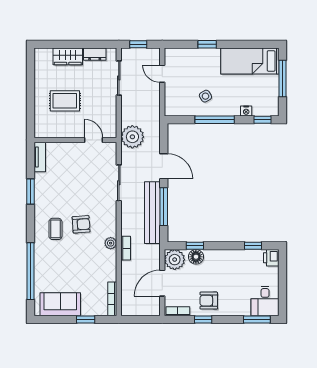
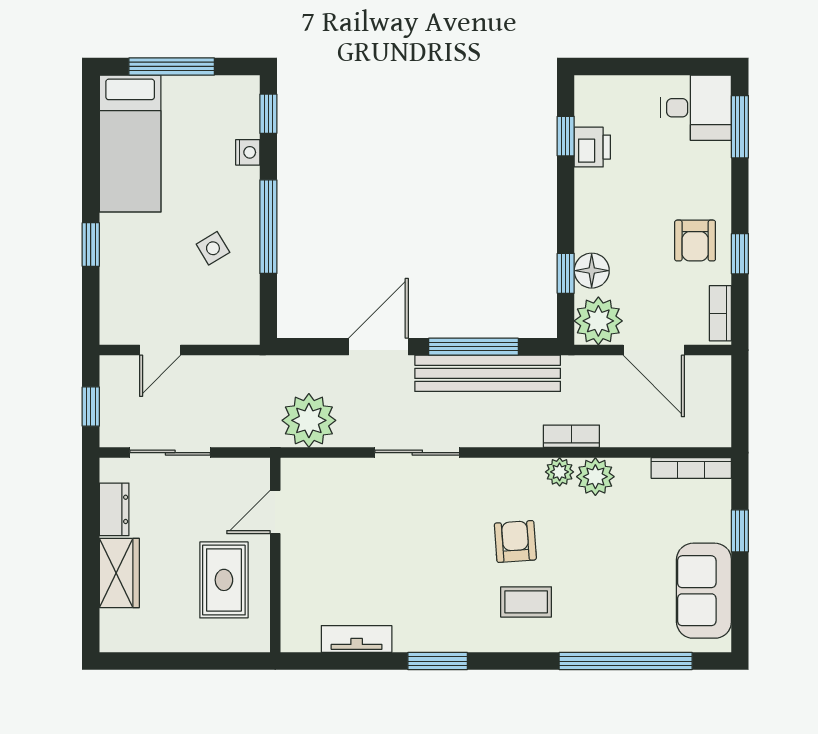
wall: (75, 140) -> (275, 555), moved
door: (94, 140) -> (275, 512), moved
plant: (109, 258) -> (595, 477), added
printer: (271, 258) -> (592, 147), moved, turned -90

